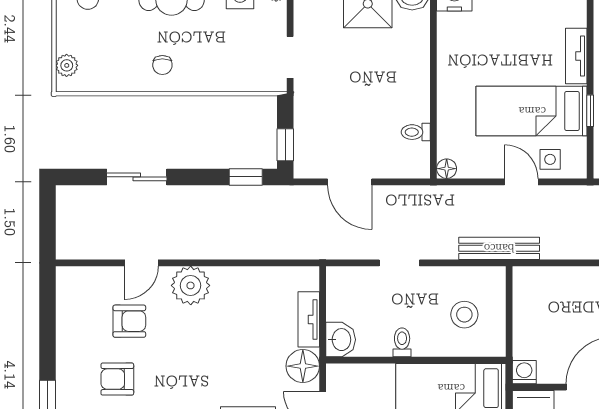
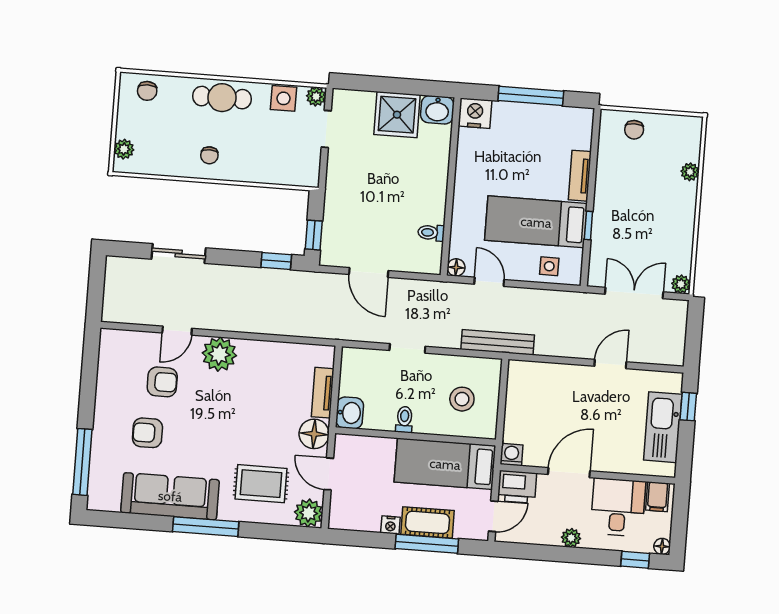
doorway: (290, 57) -> (326, 129), moved
door: (521, 182) -> (489, 282), moved

